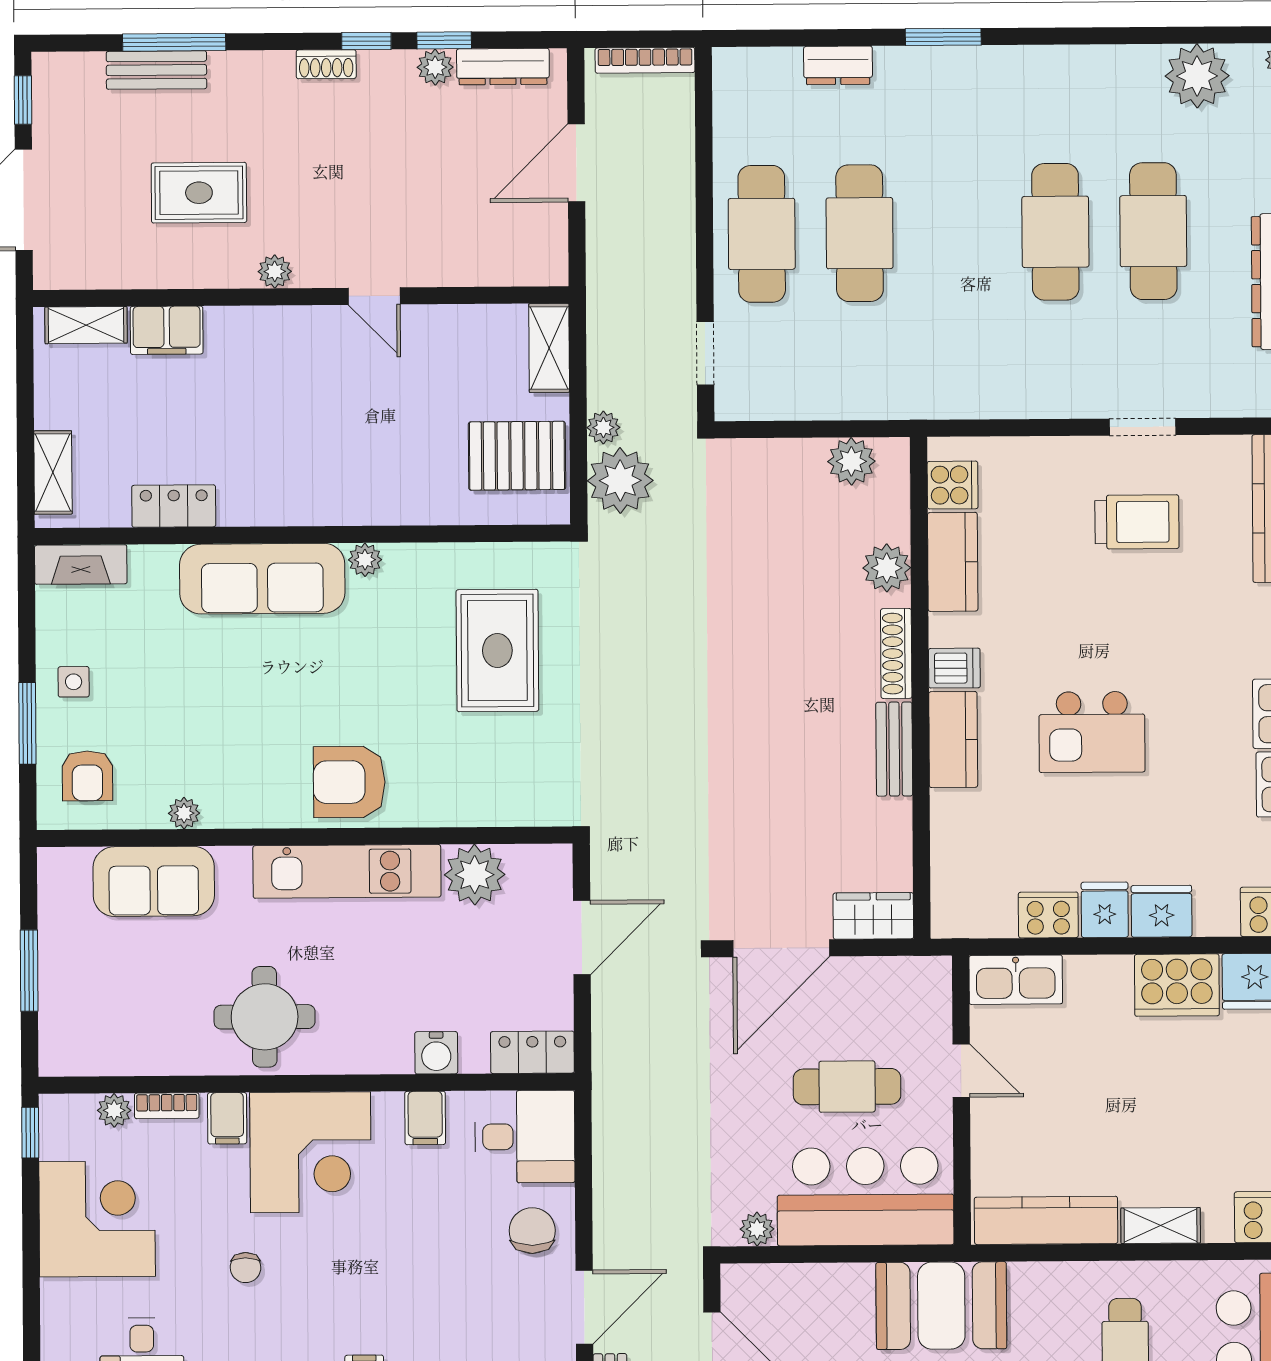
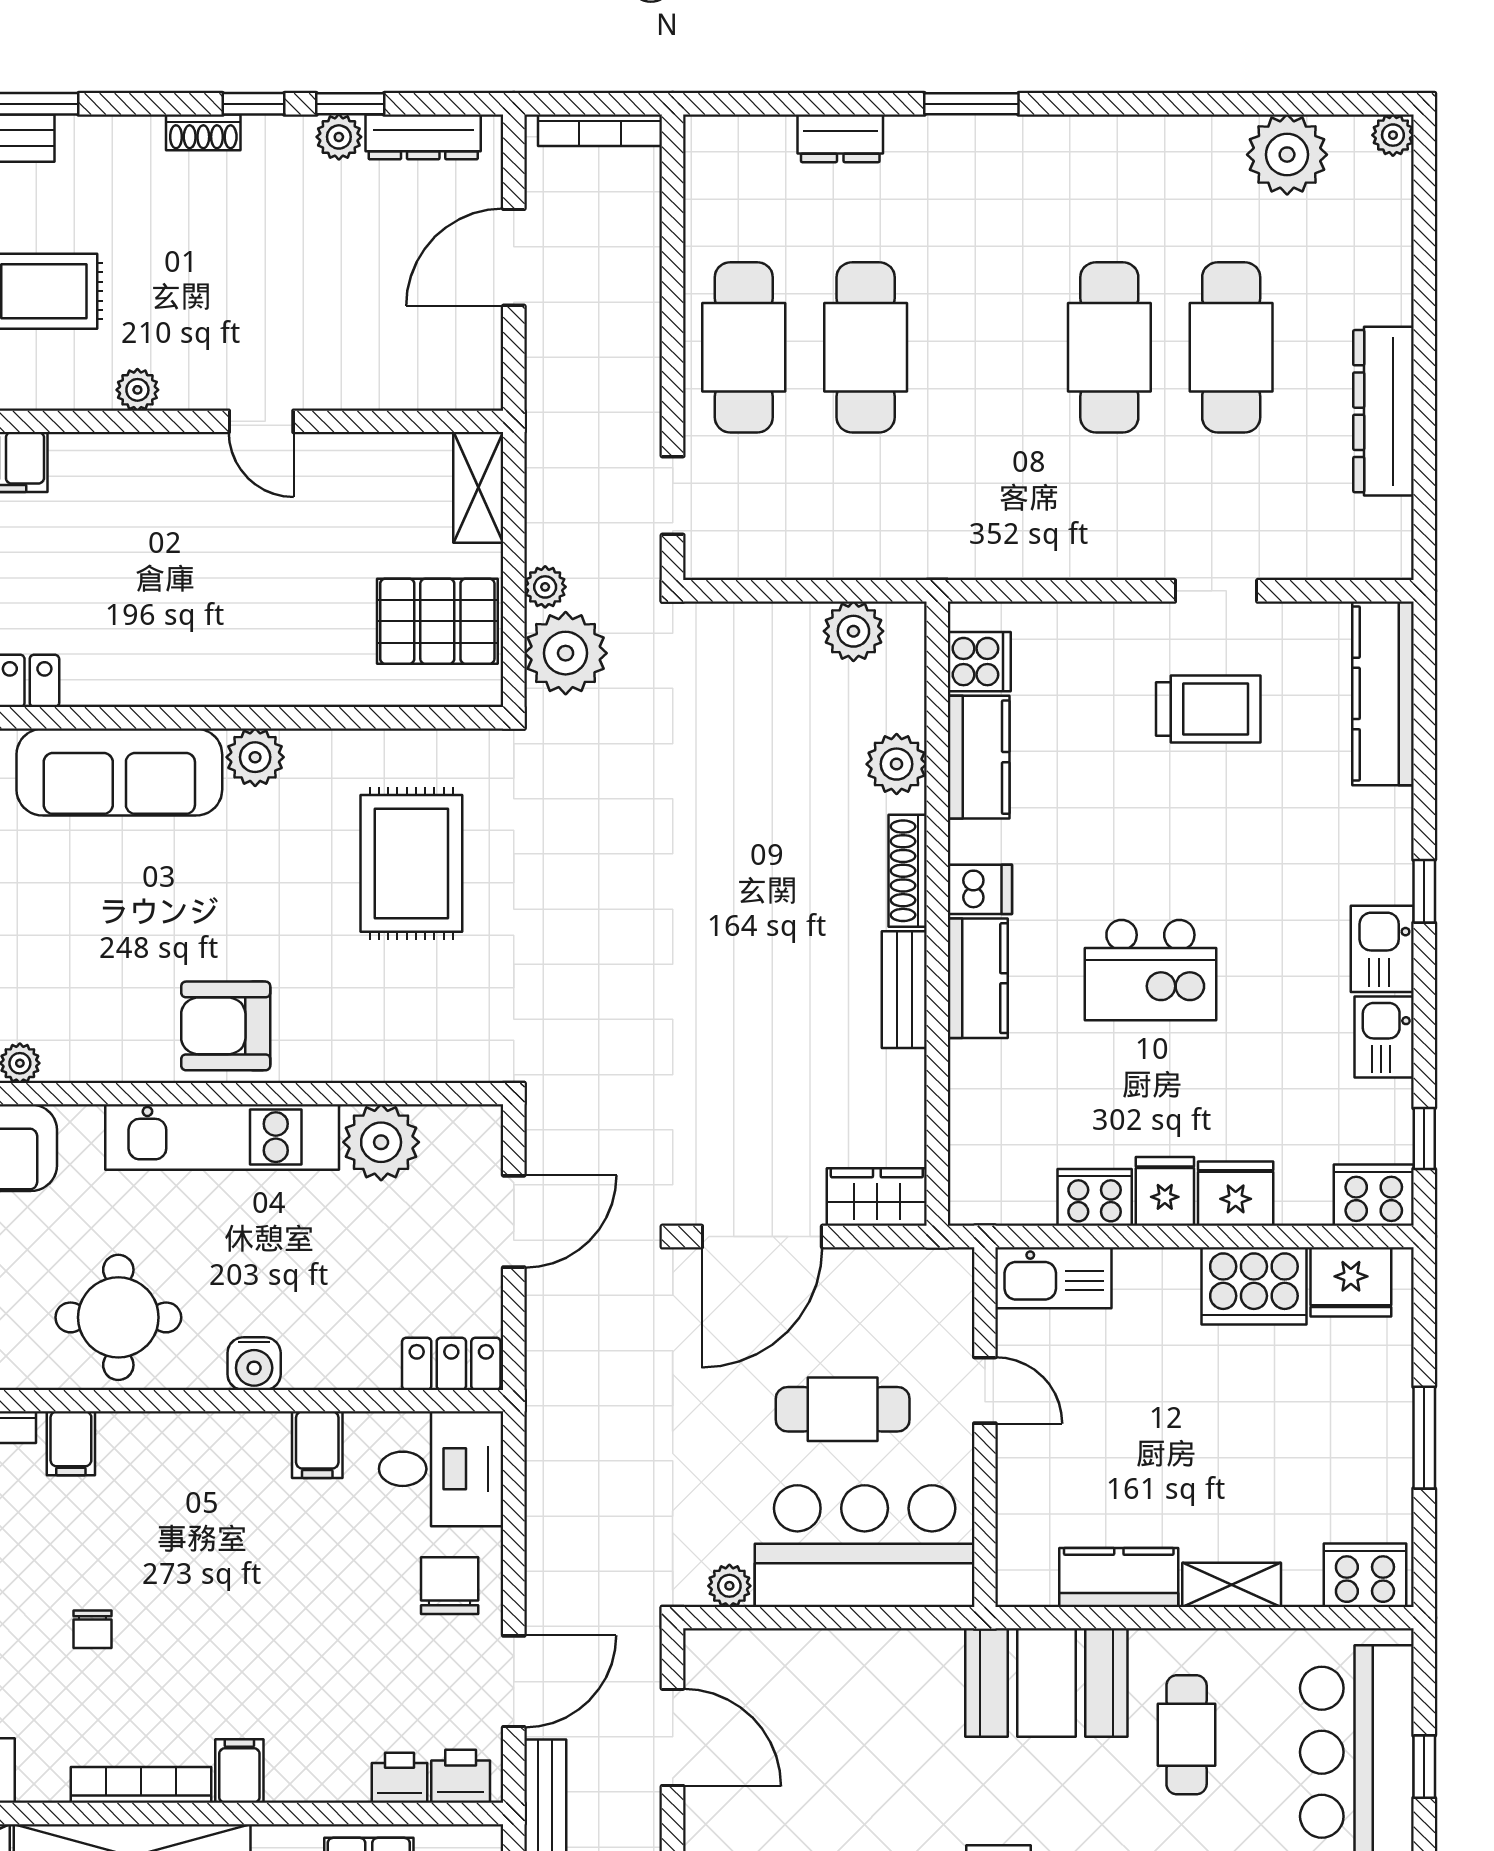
plant: (365, 560) -> (255, 757), width x1.38, depth x1.38
water cooler: (436, 1053) -> (254, 1364), moved
corner desk: (310, 1152) -> (174, 1486), removed
kitchen counter: (1046, 1220) -> (1119, 1577), width x0.67
booth: (941, 1306) -> (1046, 1683), moved

